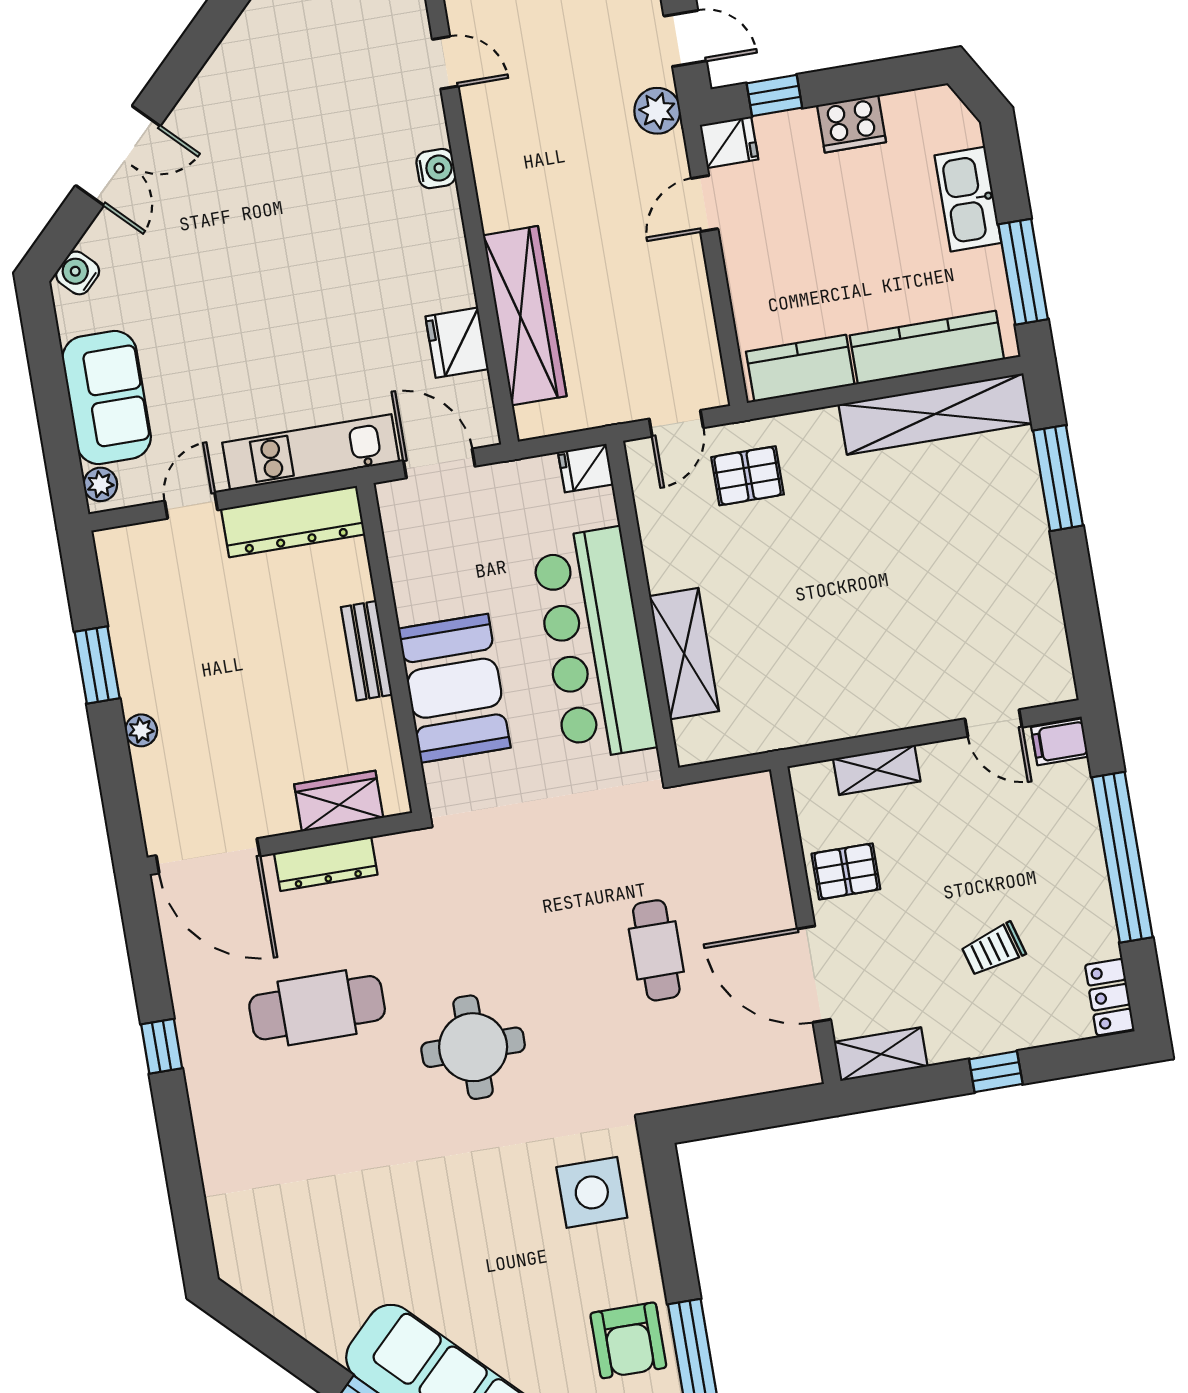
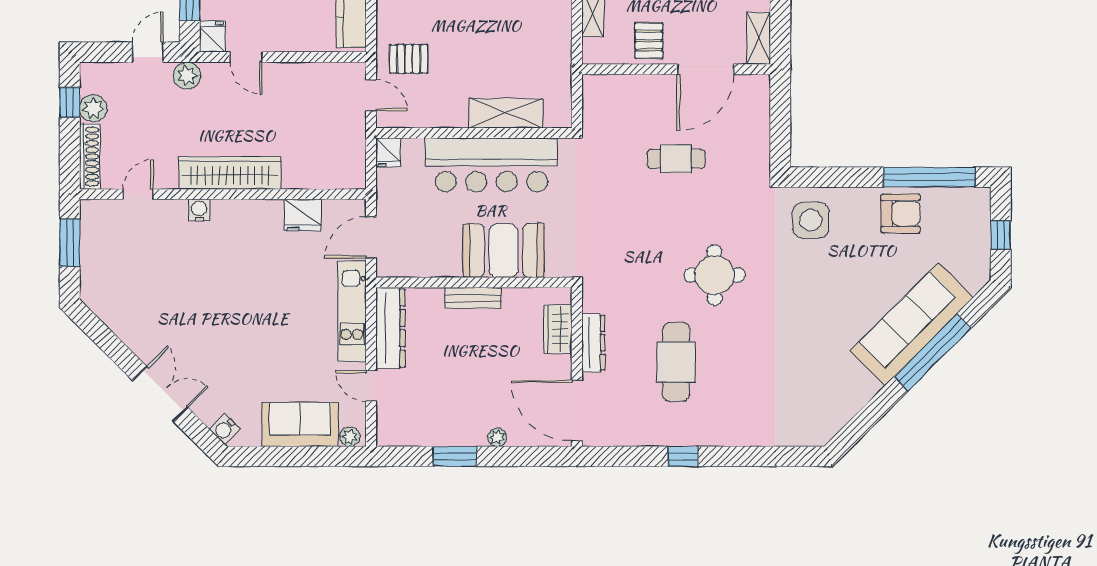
wardrobe: (525, 316) -> (230, 173), moved
pallet: (748, 476) -> (409, 59), turned 90
door: (208, 856) -> (577, 411), swing flipped

